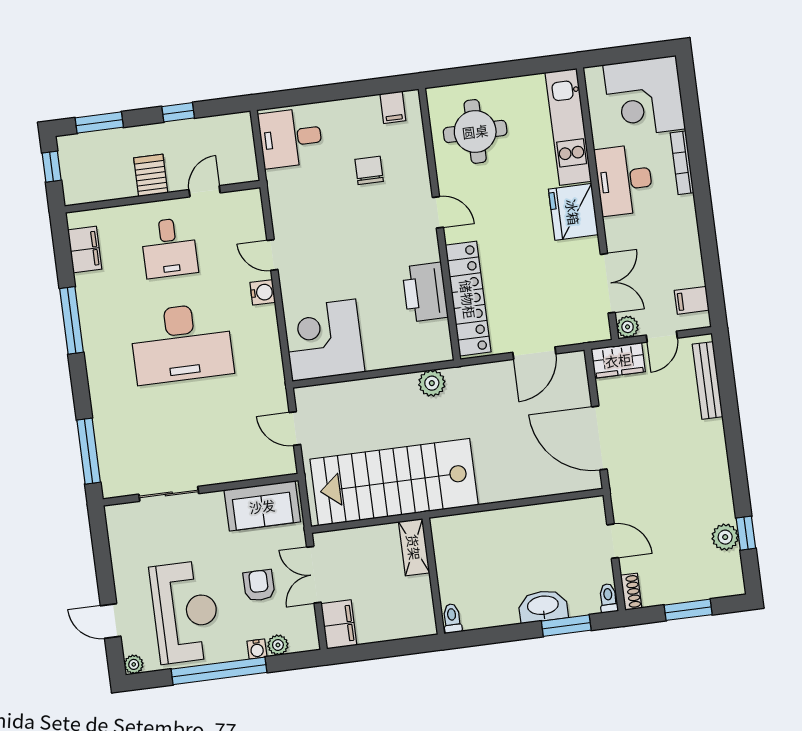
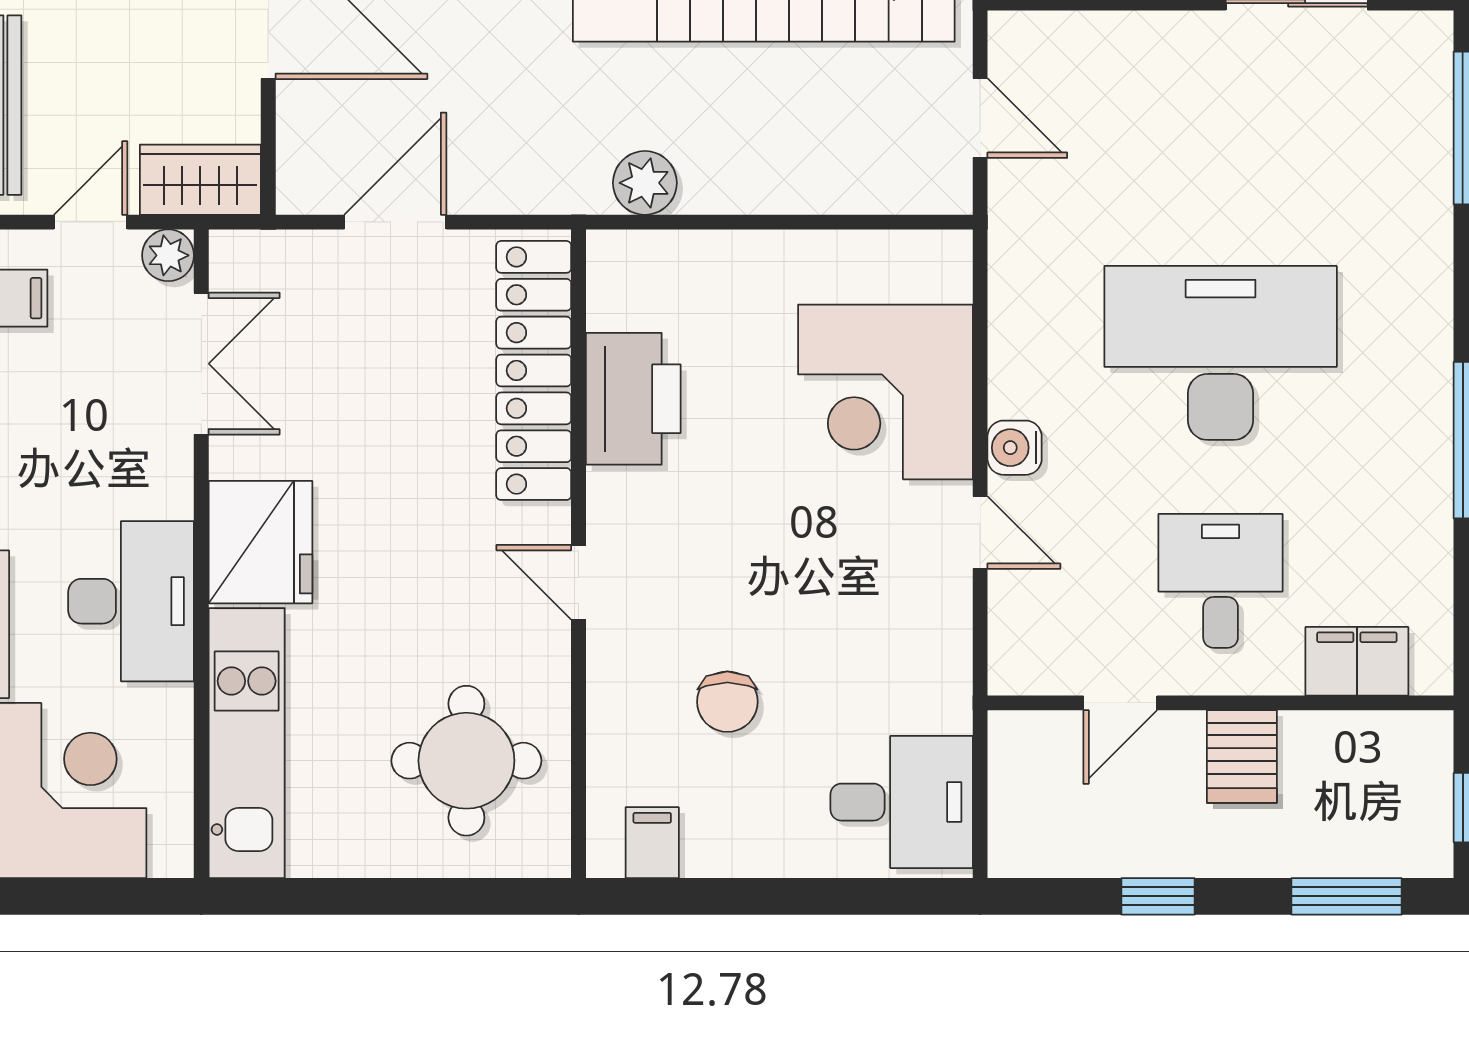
filing cabinet: (85, 249) -> (1357, 661), moved, turned 90
double door: (608, 283) -> (201, 364), swing flipped
corner desk: (324, 340) -> (885, 392), moved, turned 90

